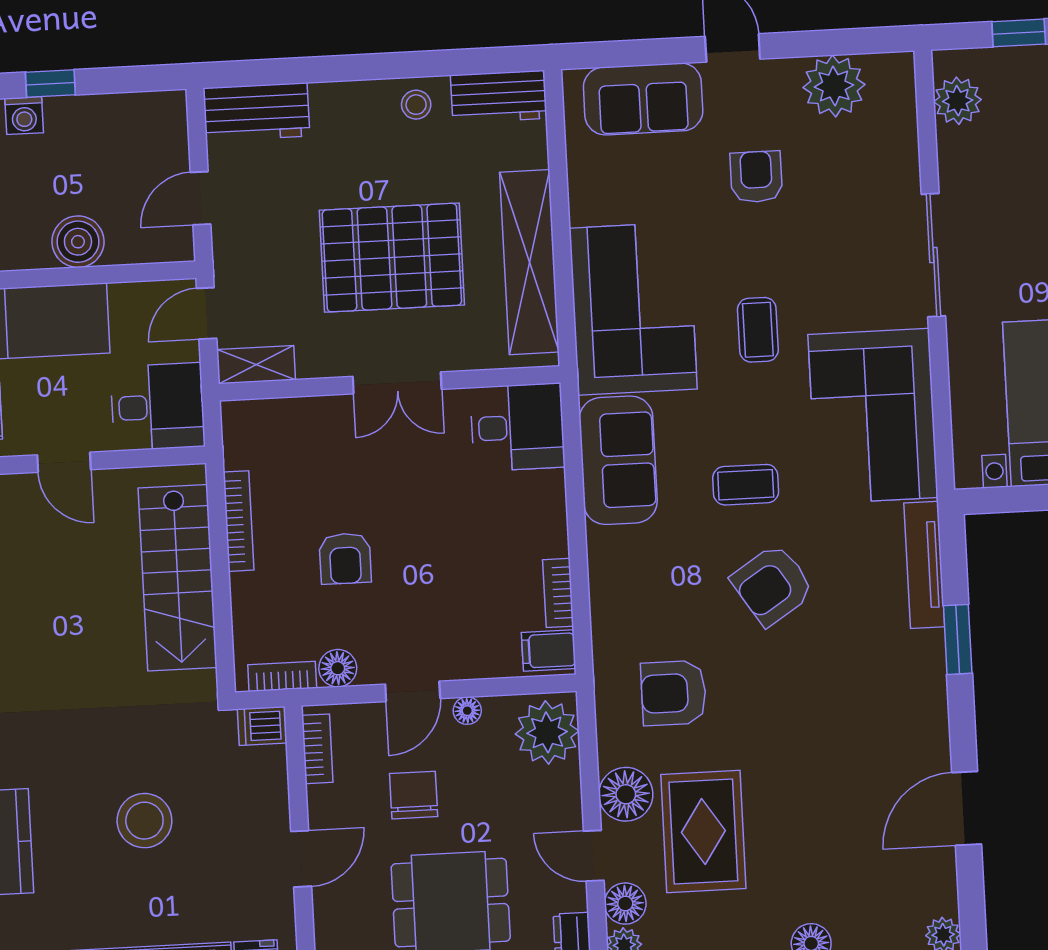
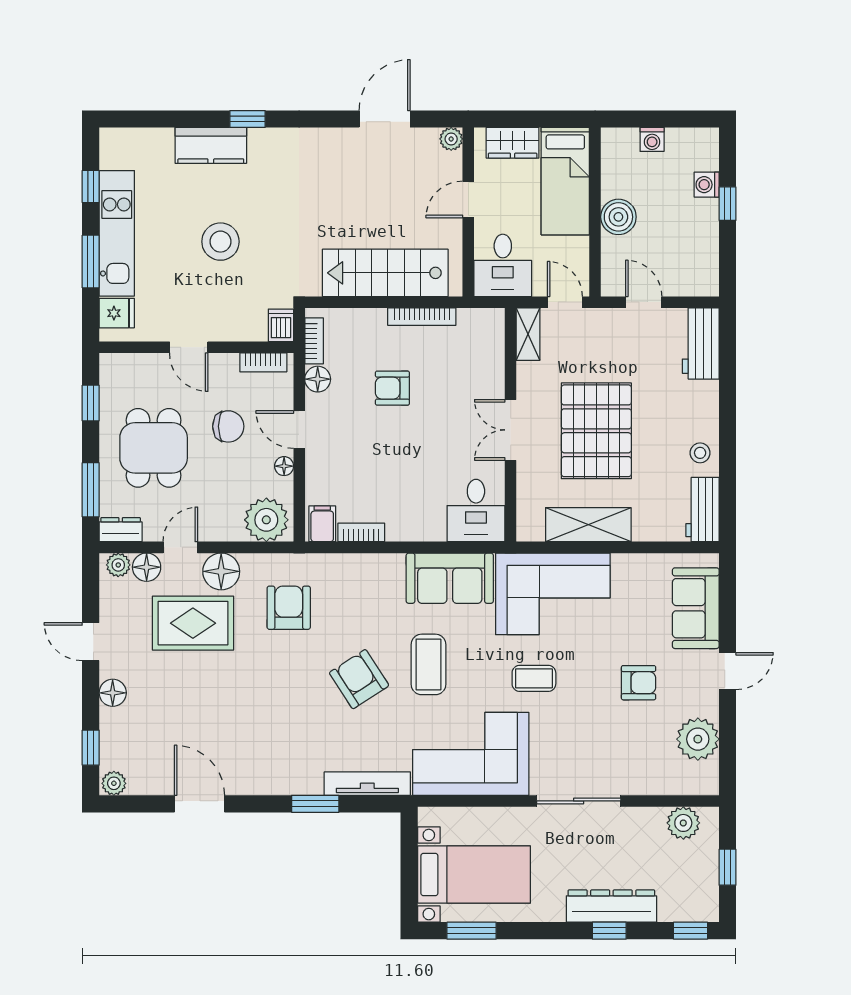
shelving: (529, 262) -> (588, 525), width x0.68
coffee table: (746, 485) -> (428, 664), width x1.36, depth x1.30

